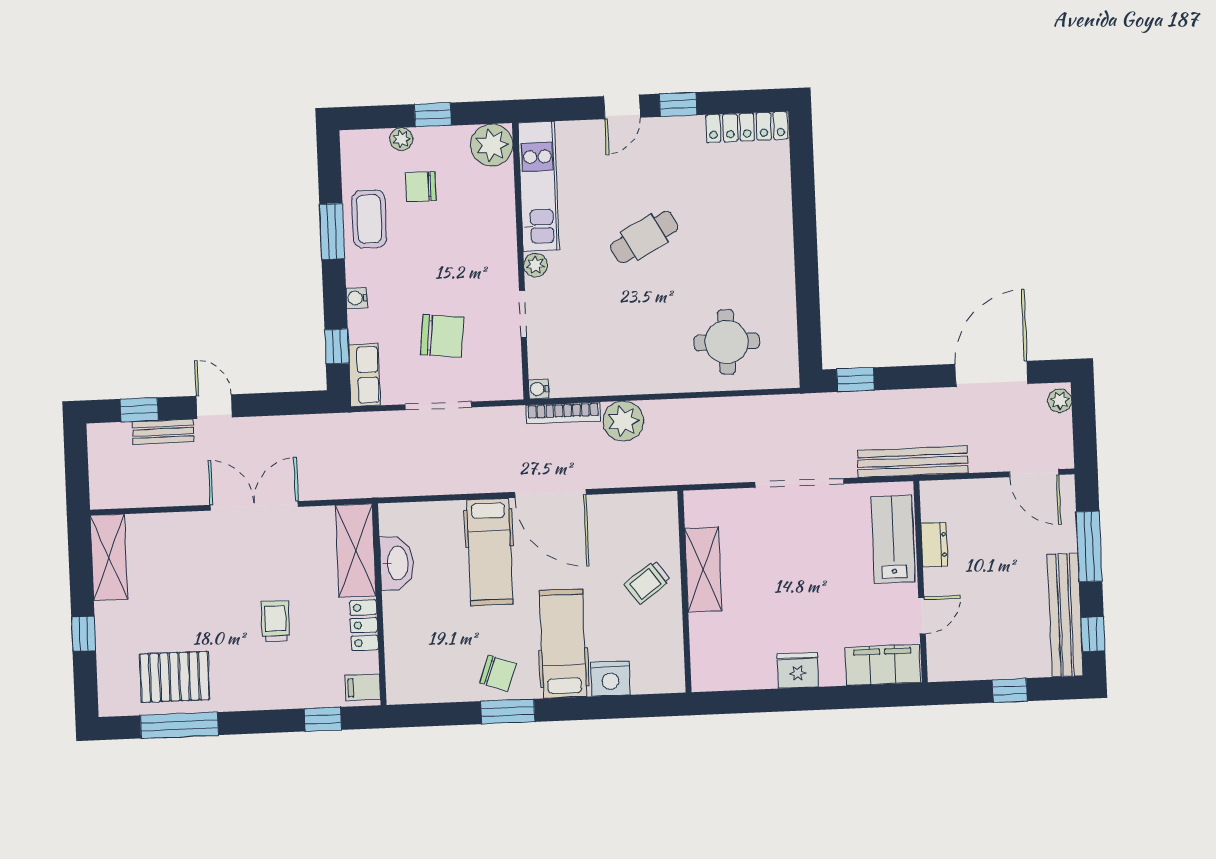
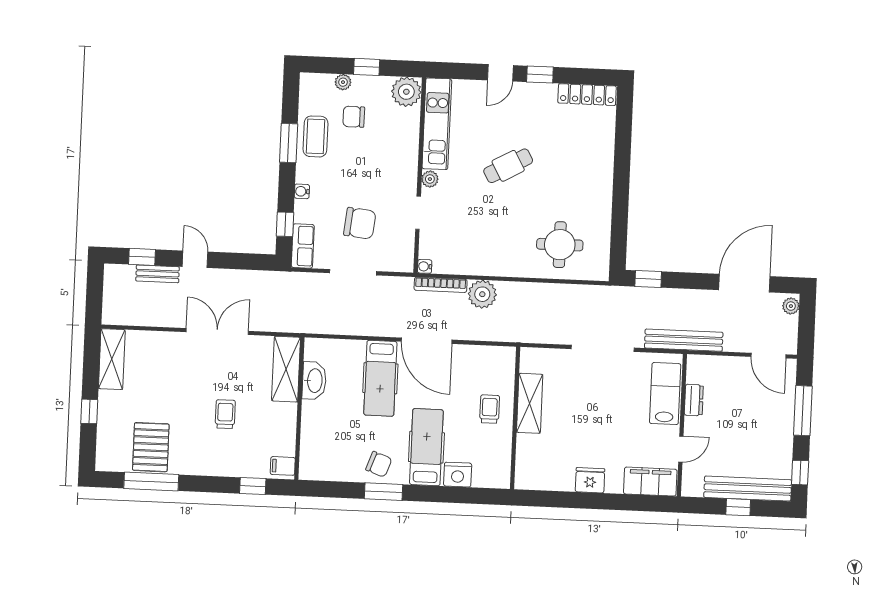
trolley: (647, 582) -> (490, 409), turned 126
bench: (1065, 615) -> (748, 489), moved, turned 90
locker: (364, 625) -> (287, 422), removed
pallet: (175, 677) -> (151, 447), turned 90

